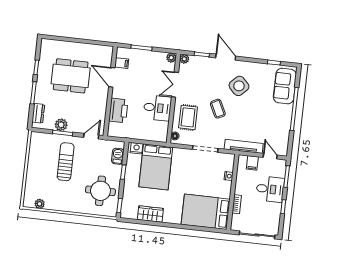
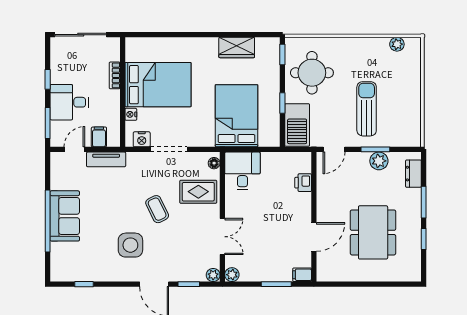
filing cabinet: (122, 63) -> (302, 275), moved
dining table: (71, 76) -> (373, 232), turned 90
door: (112, 77) -> (314, 237), hinge flipped
side table: (239, 86) -> (130, 245), turned 45
sofa: (285, 86) -> (65, 216), moved
desk: (157, 108) -> (242, 171), moved, turned 90
printer: (118, 110) -> (303, 183), width x0.53, depth x0.68
rug: (188, 117) -> (198, 192), turned 90
tv unit: (244, 146) -> (106, 159), width x0.71
nightstand: (136, 148) -> (142, 139), moved
barbecue: (118, 156) -> (297, 125), width x1.88, depth x1.53
door: (270, 156) -> (74, 149), swing flipped
sun lounger: (66, 162) -> (367, 109), turned 180
bed: (206, 212) -> (158, 85), moved

